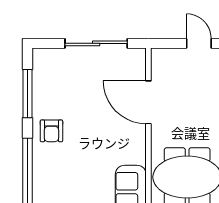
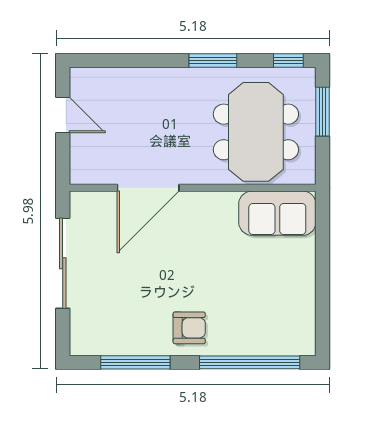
door: (199, 43) -> (63, 115), swing flipped

